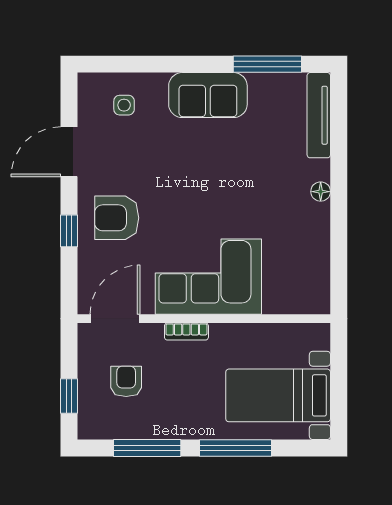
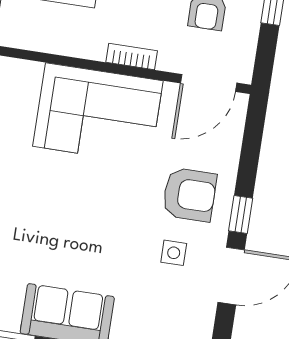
side table: (124, 105) -> (174, 253), moved
window: (69, 231) -> (241, 215), moved

